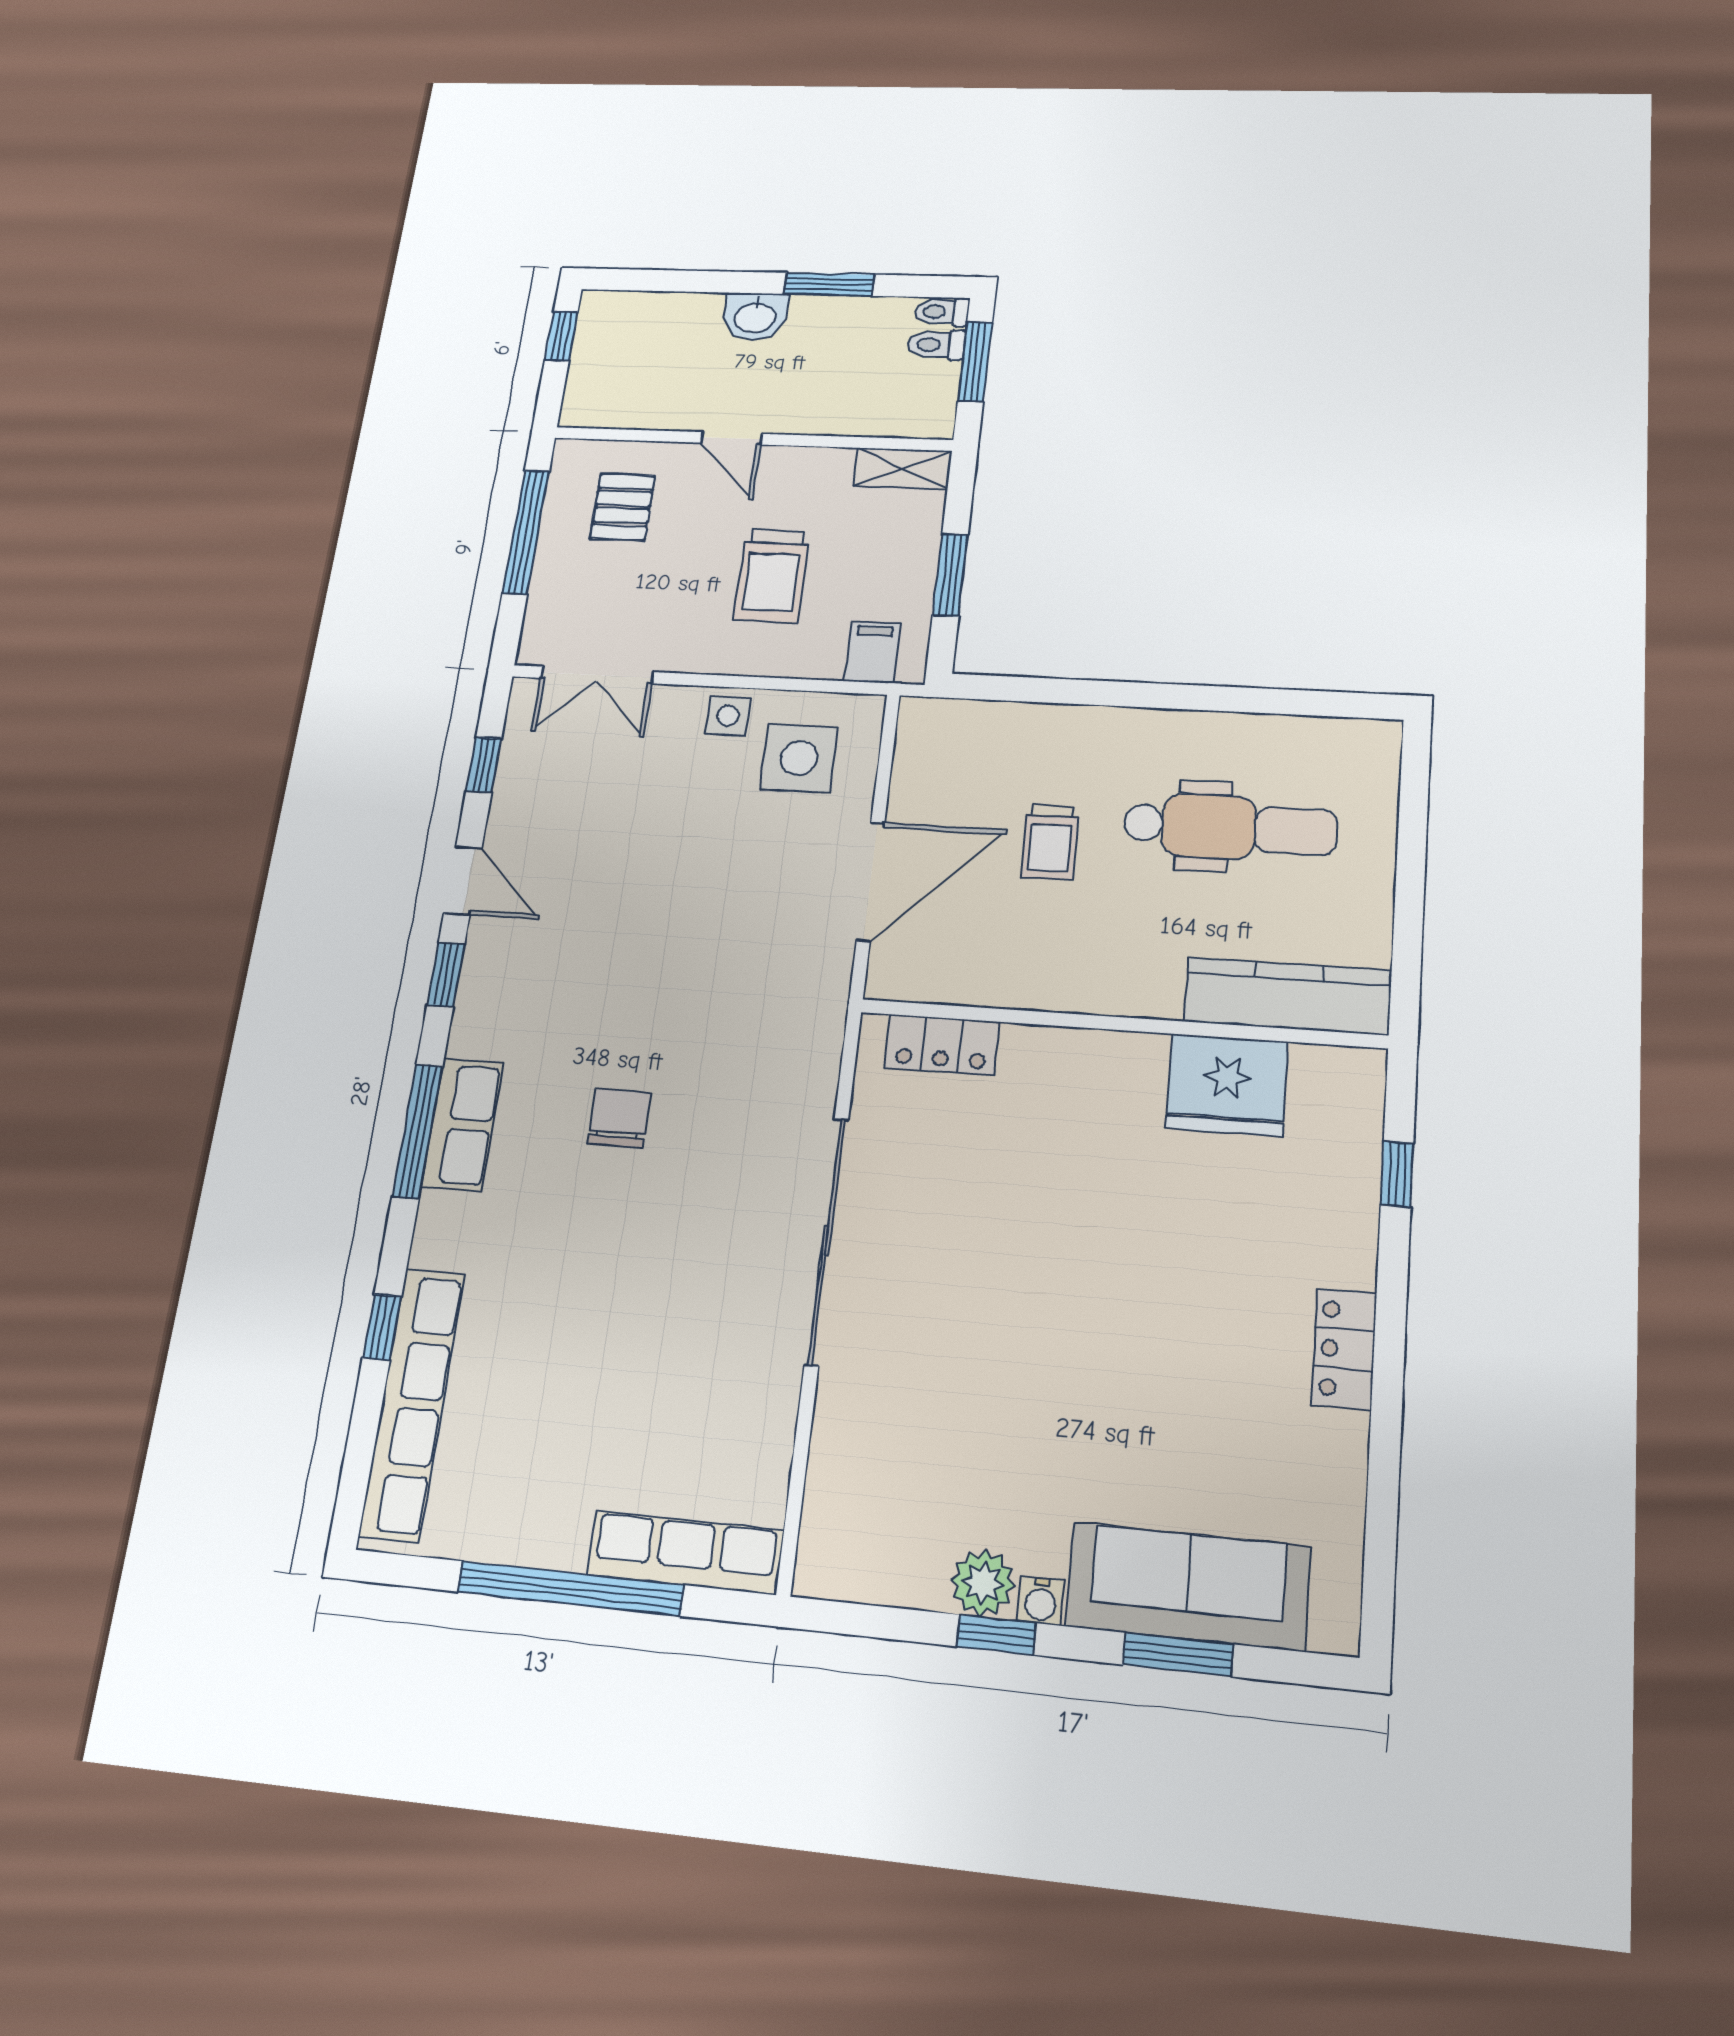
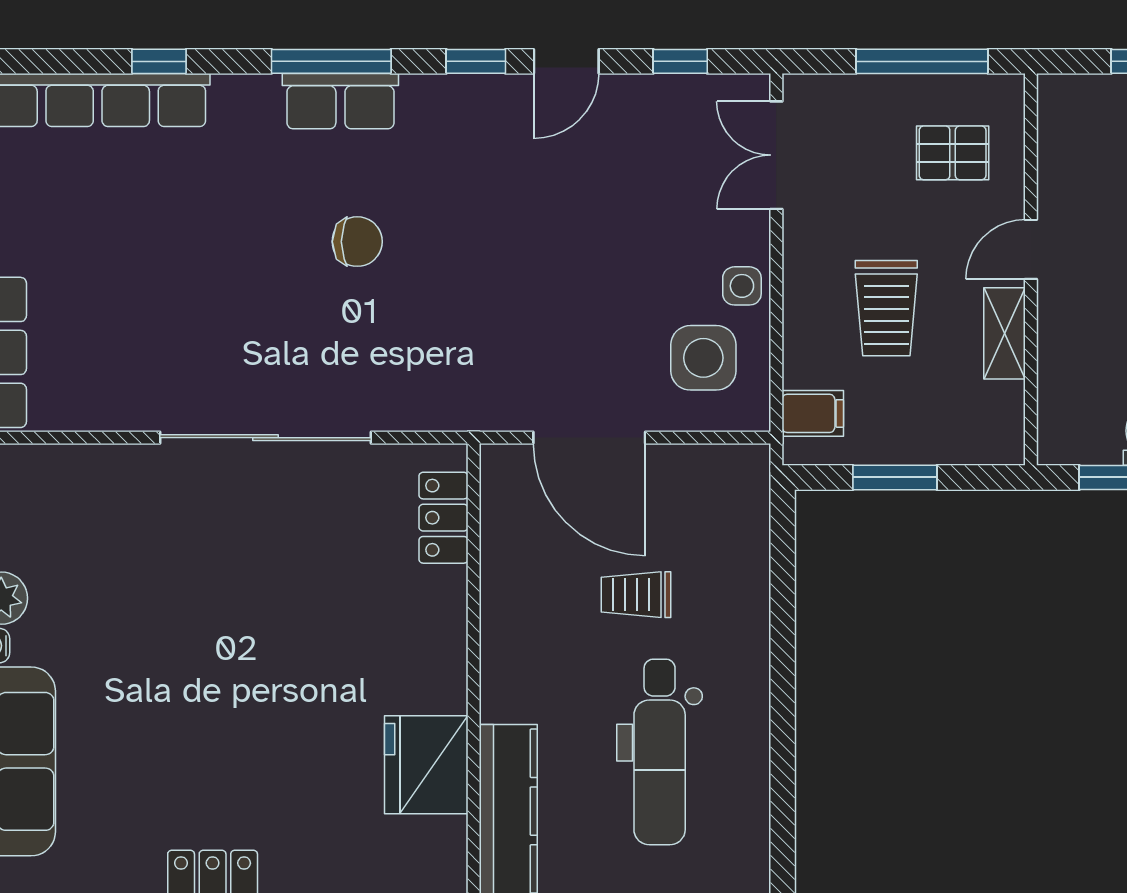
shelving: (902, 468) -> (1005, 333), moved
trolley: (772, 576) -> (886, 308), turned -90

